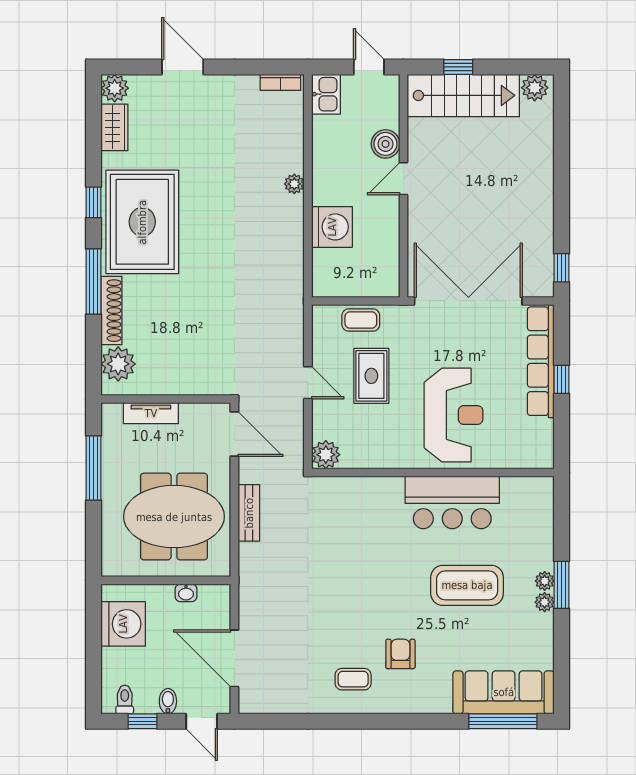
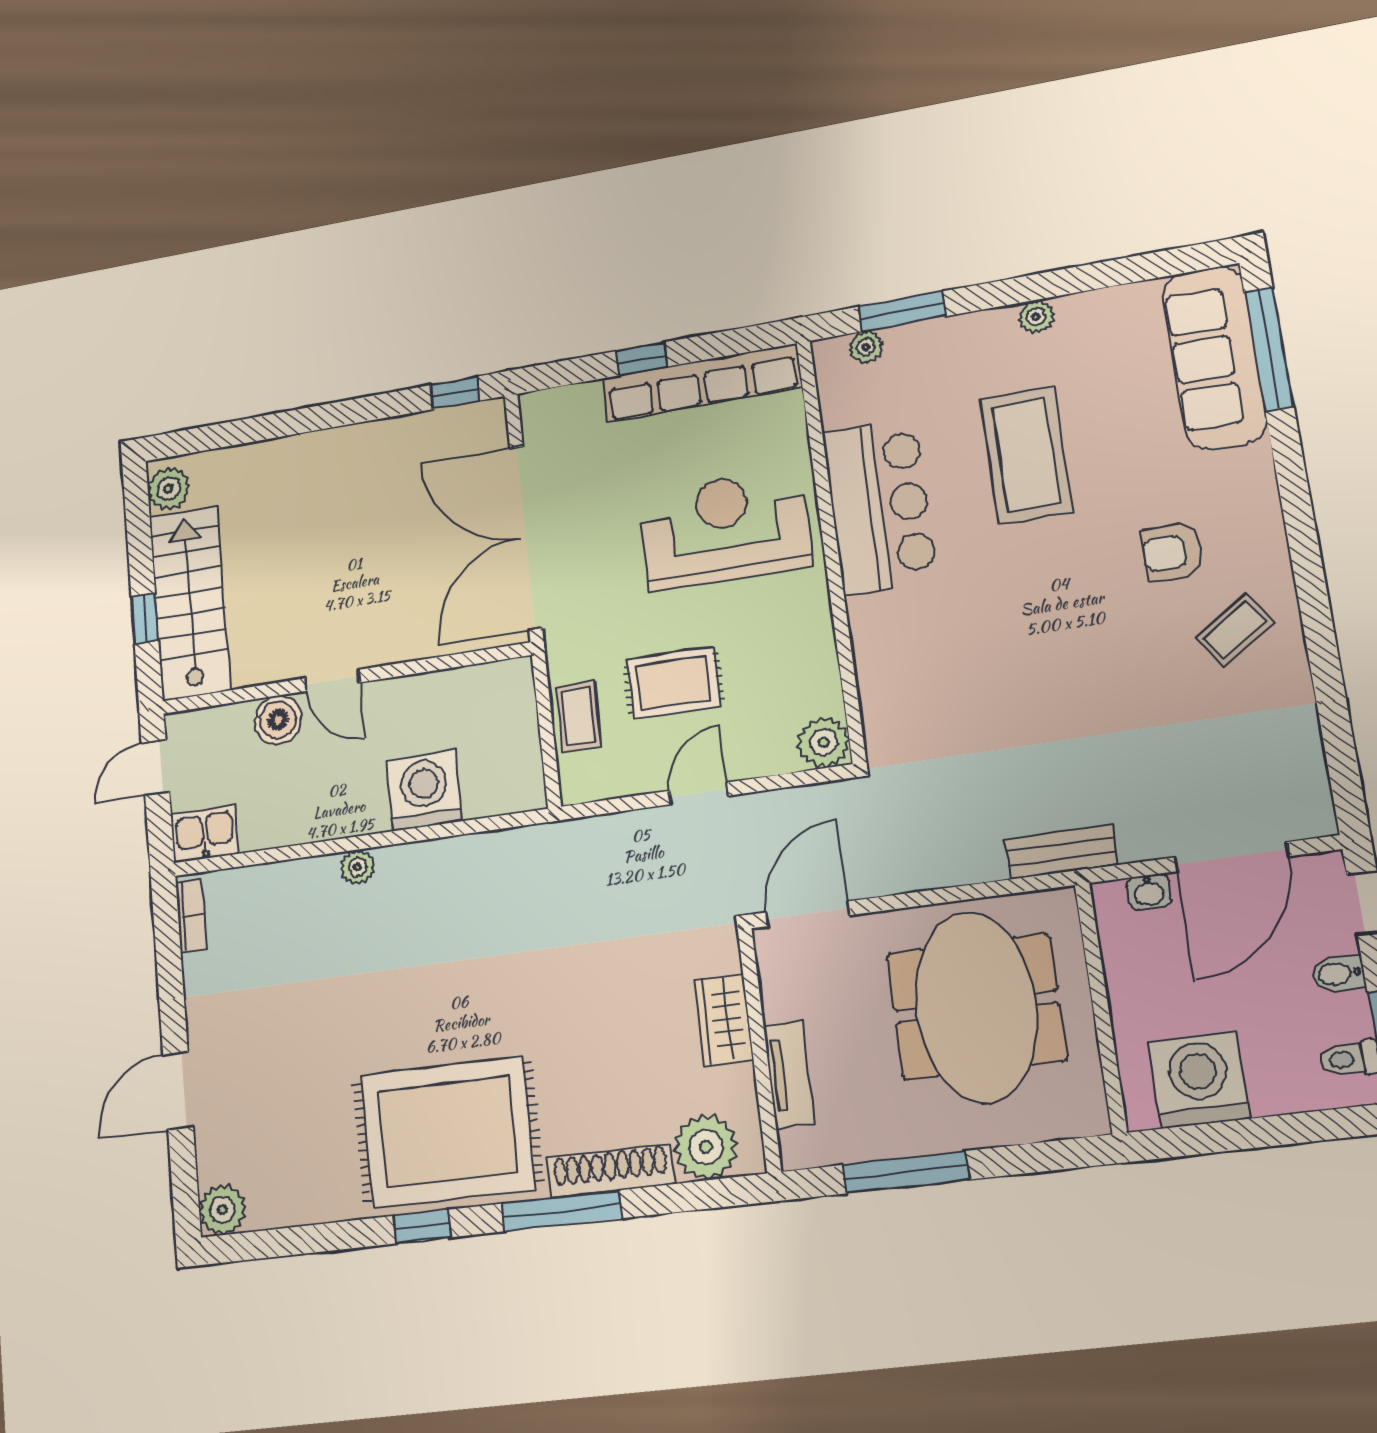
wardrobe: (114, 127) -> (724, 1020), moved, turned -90
row of seats: (541, 361) -> (702, 383), moved
bench: (249, 513) -> (1061, 852), moved
plant: (545, 581) -> (866, 347), moved
window: (562, 585) -> (902, 311), moved
washbasin: (186, 593) -> (1149, 892), moved, turned 90
coffee table: (353, 679) -> (1235, 630), turned 56

